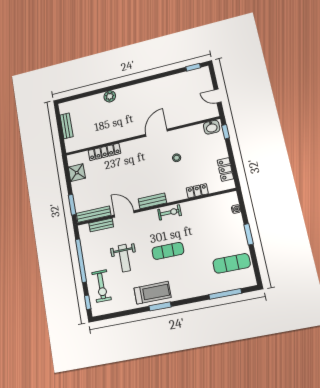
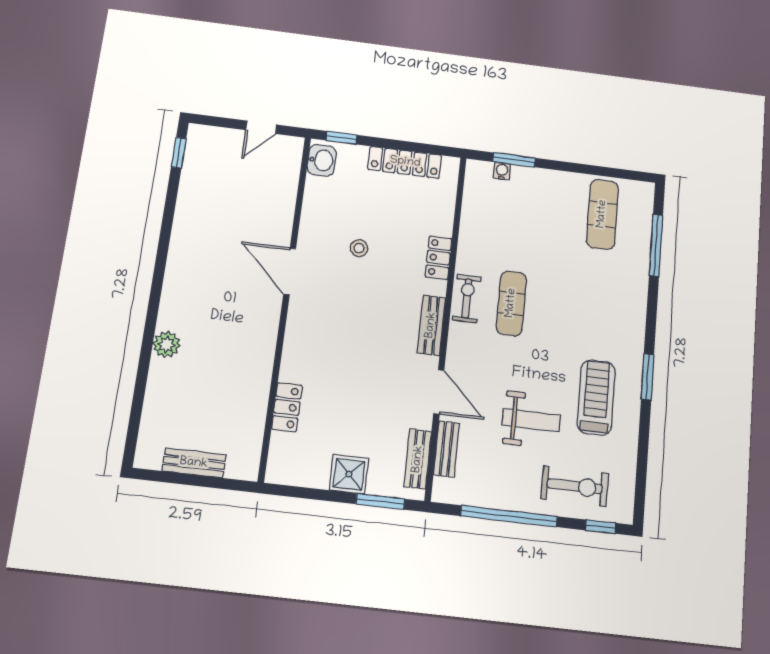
locker: (104, 152) -> (287, 407), width x0.66
locker: (225, 169) -> (405, 162), width x1.53
shower: (77, 173) -> (349, 474), moved
locker: (197, 191) -> (438, 258), moved
bench: (94, 214) -> (418, 459), width x0.73
door: (124, 214) -> (439, 392), swing flipped
window: (249, 234) -> (514, 160), moved
exercise mat: (168, 251) -> (511, 303), moved
treadmill: (153, 293) -> (596, 397), moved

